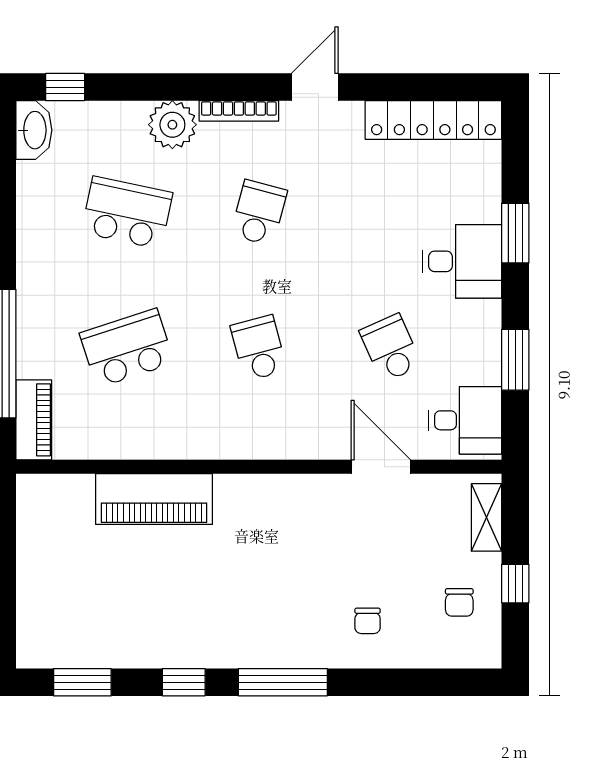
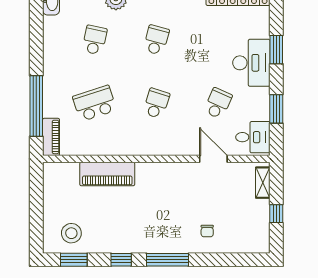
school desk: (127, 213) -> (95, 40), width x0.54
desk: (462, 261) -> (251, 63), width x1.37
school desk: (259, 348) -> (156, 103), turned 33
school desk: (391, 348) -> (218, 103), turned 48
chair: (459, 602) -> (250, 222), removed
stool: (77, 626) -> (71, 233), added

